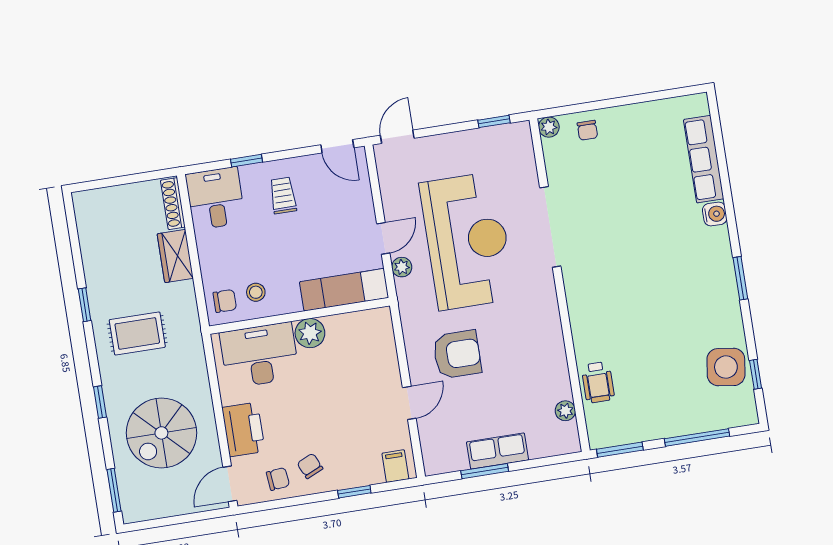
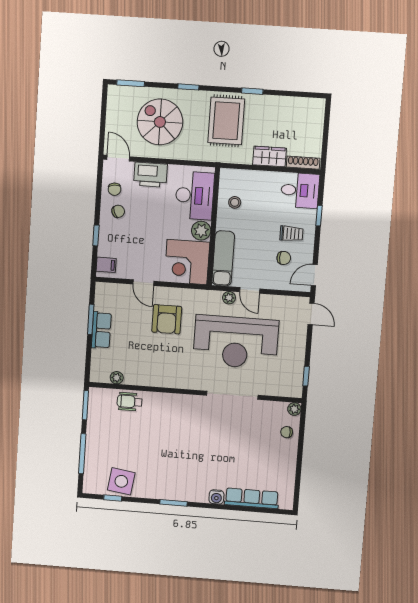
chair: (225, 301) -> (284, 258), moved, turned -90
rug: (137, 333) -> (226, 121), width x1.36, depth x1.43
corner desk: (362, 344) -> (187, 262), added

